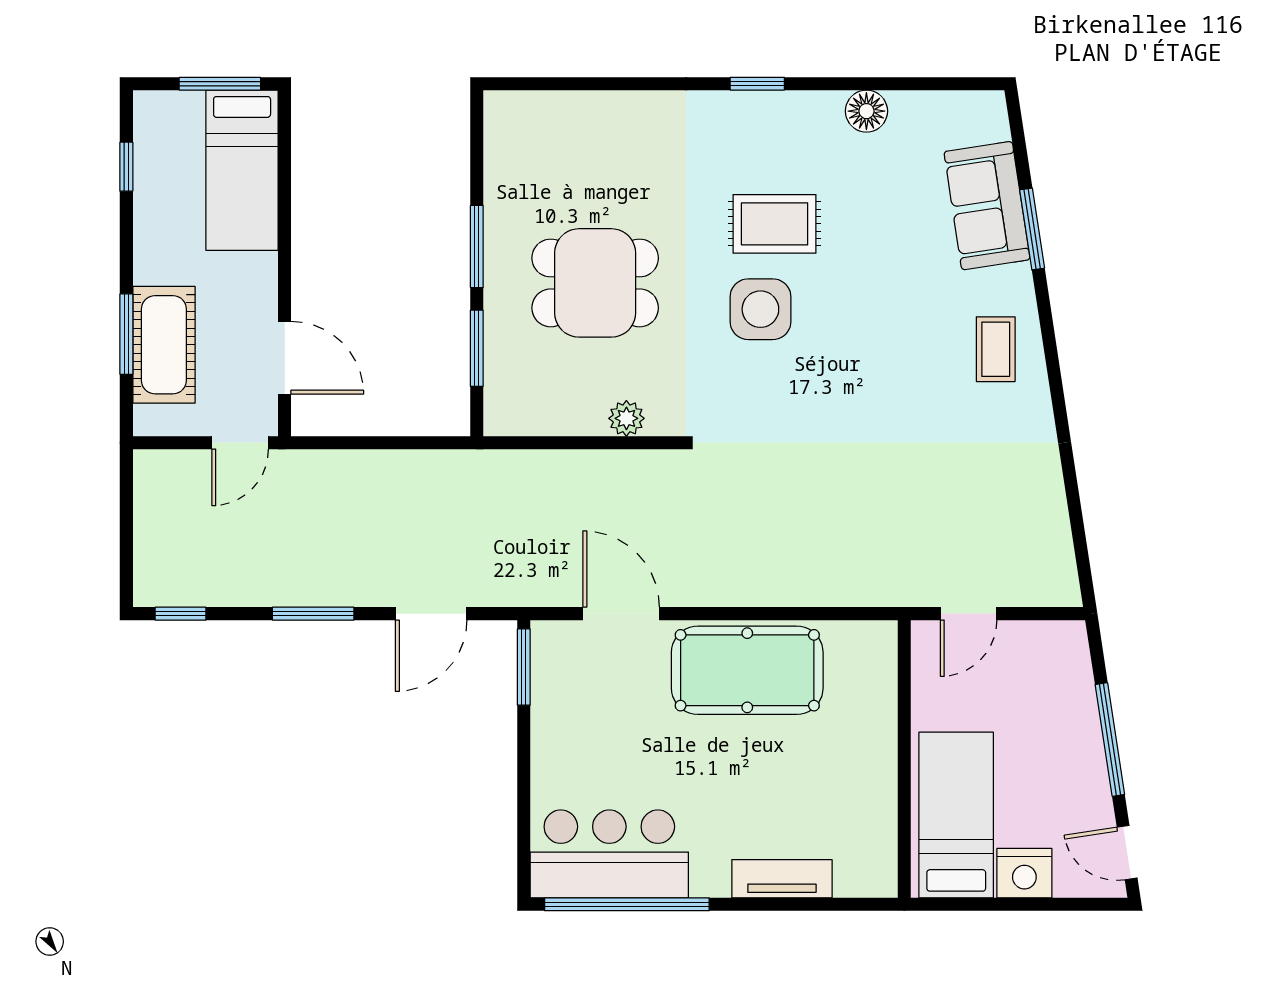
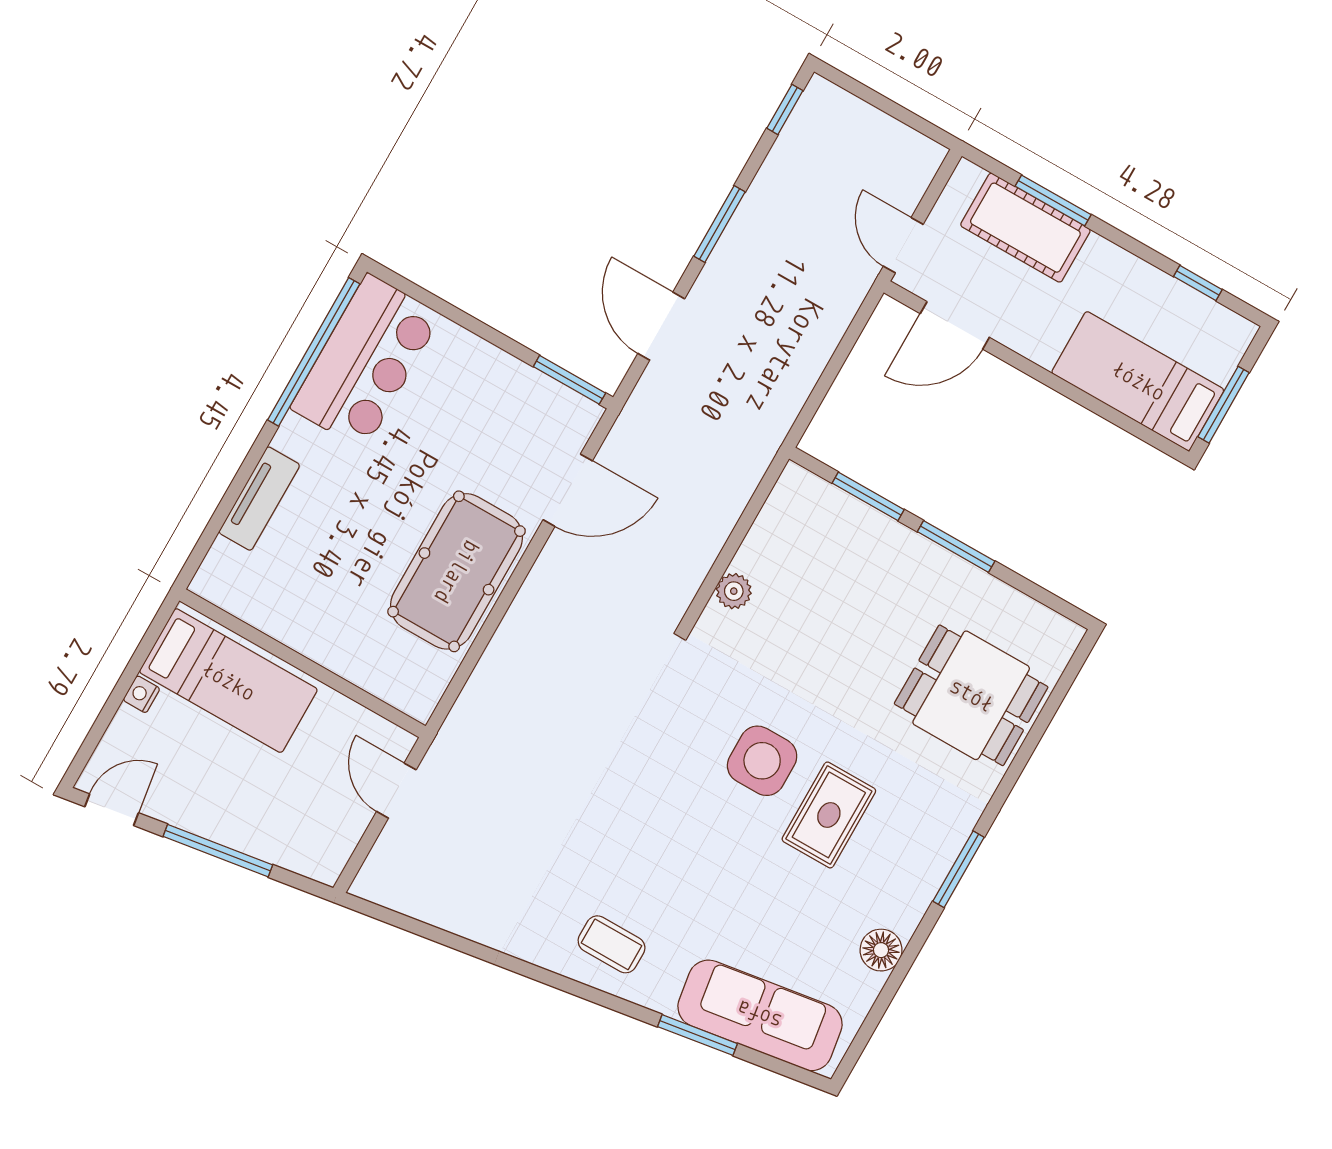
window: (757, 84) -> (959, 869), width x1.50
sofa: (987, 206) -> (760, 1015), width x1.36
dining table: (595, 283) -> (971, 695), moved, turned 90
nightstand: (1024, 873) -> (141, 694), width x0.53, depth x0.56

